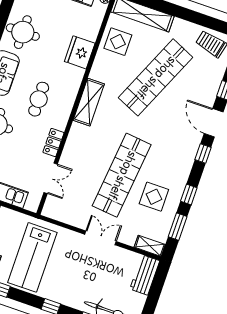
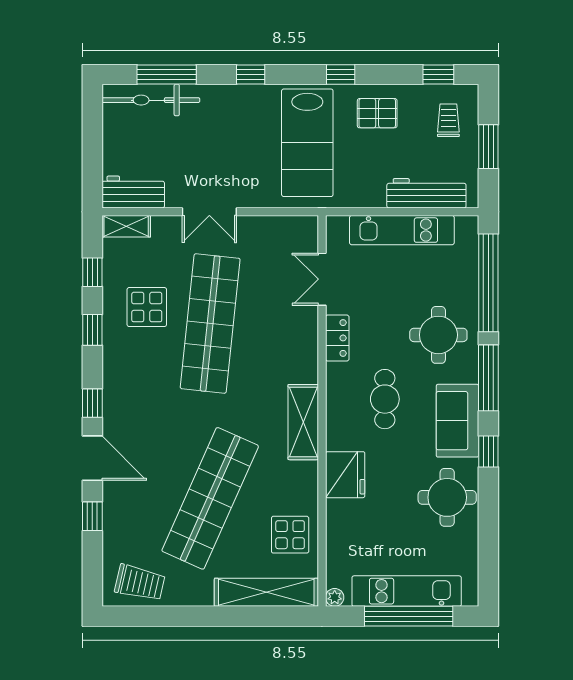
fridge: (80, 52) -> (345, 475), moved
window: (178, 227) -> (92, 272), width x0.67
lab bench: (32, 257) -> (307, 143), turned 180
workbench: (145, 275) -> (133, 192), moved, turned -90

